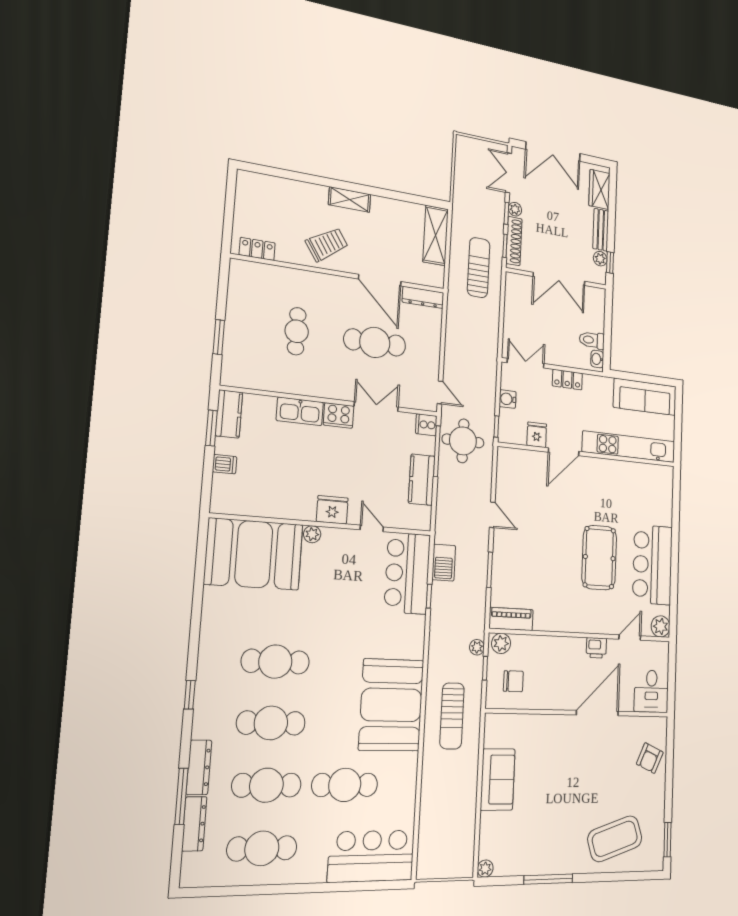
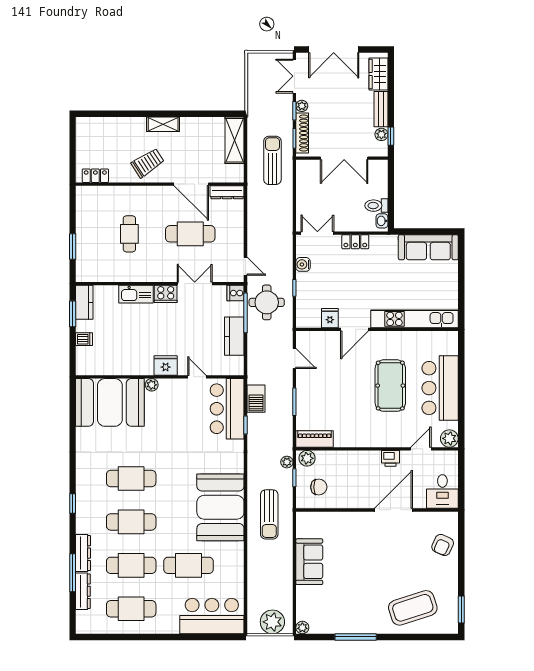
fridge: (537, 435) -> (330, 318), moved
kitchen unit: (629, 447) -> (415, 319), moved
door: (564, 452) -> (354, 329), moved
wall: (588, 455) -> (377, 329), moved
plant: (449, 862) -> (272, 622), added

